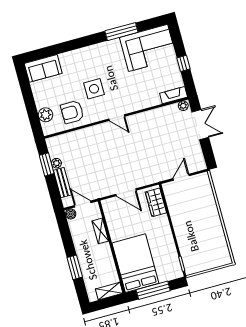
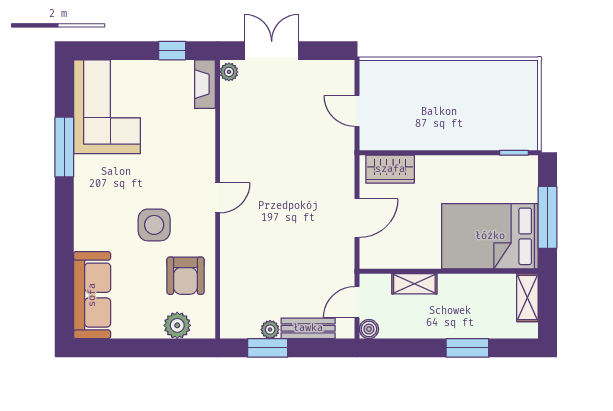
window: (183, 63) -> (172, 51), moved
sofa: (43, 68) -> (92, 295), width x1.36

